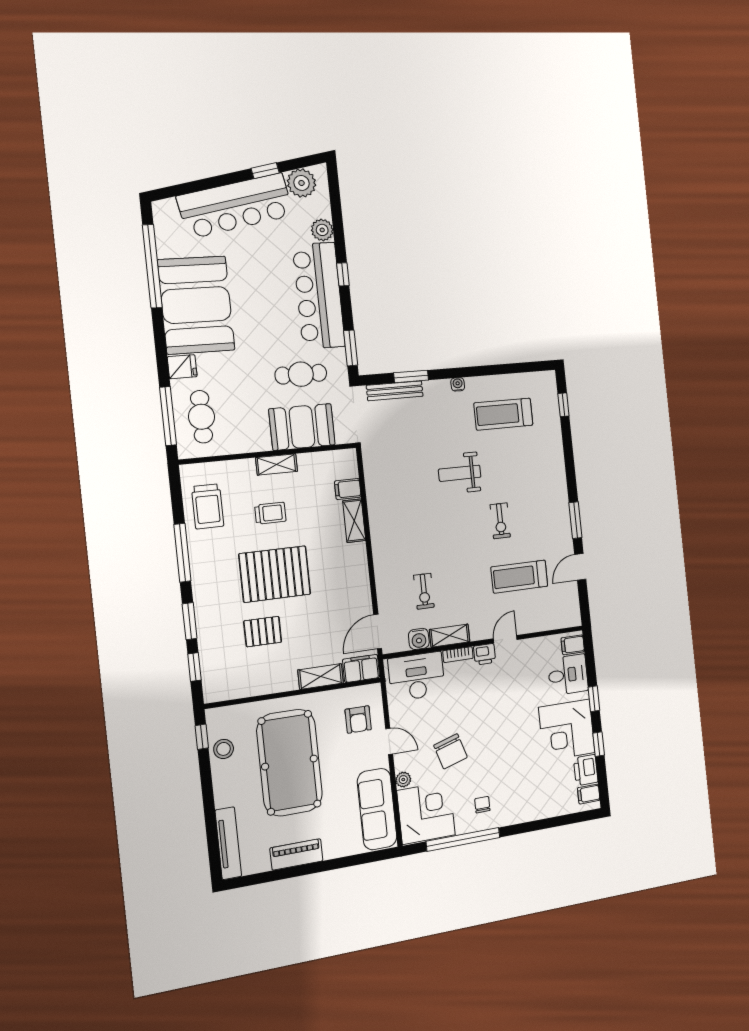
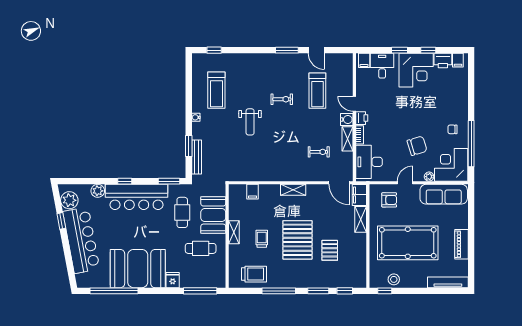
cafe table: (202, 417) -> (201, 248), moved
shelving: (354, 521) -> (293, 190), moved
water cooler: (419, 639) -> (347, 120), moved

